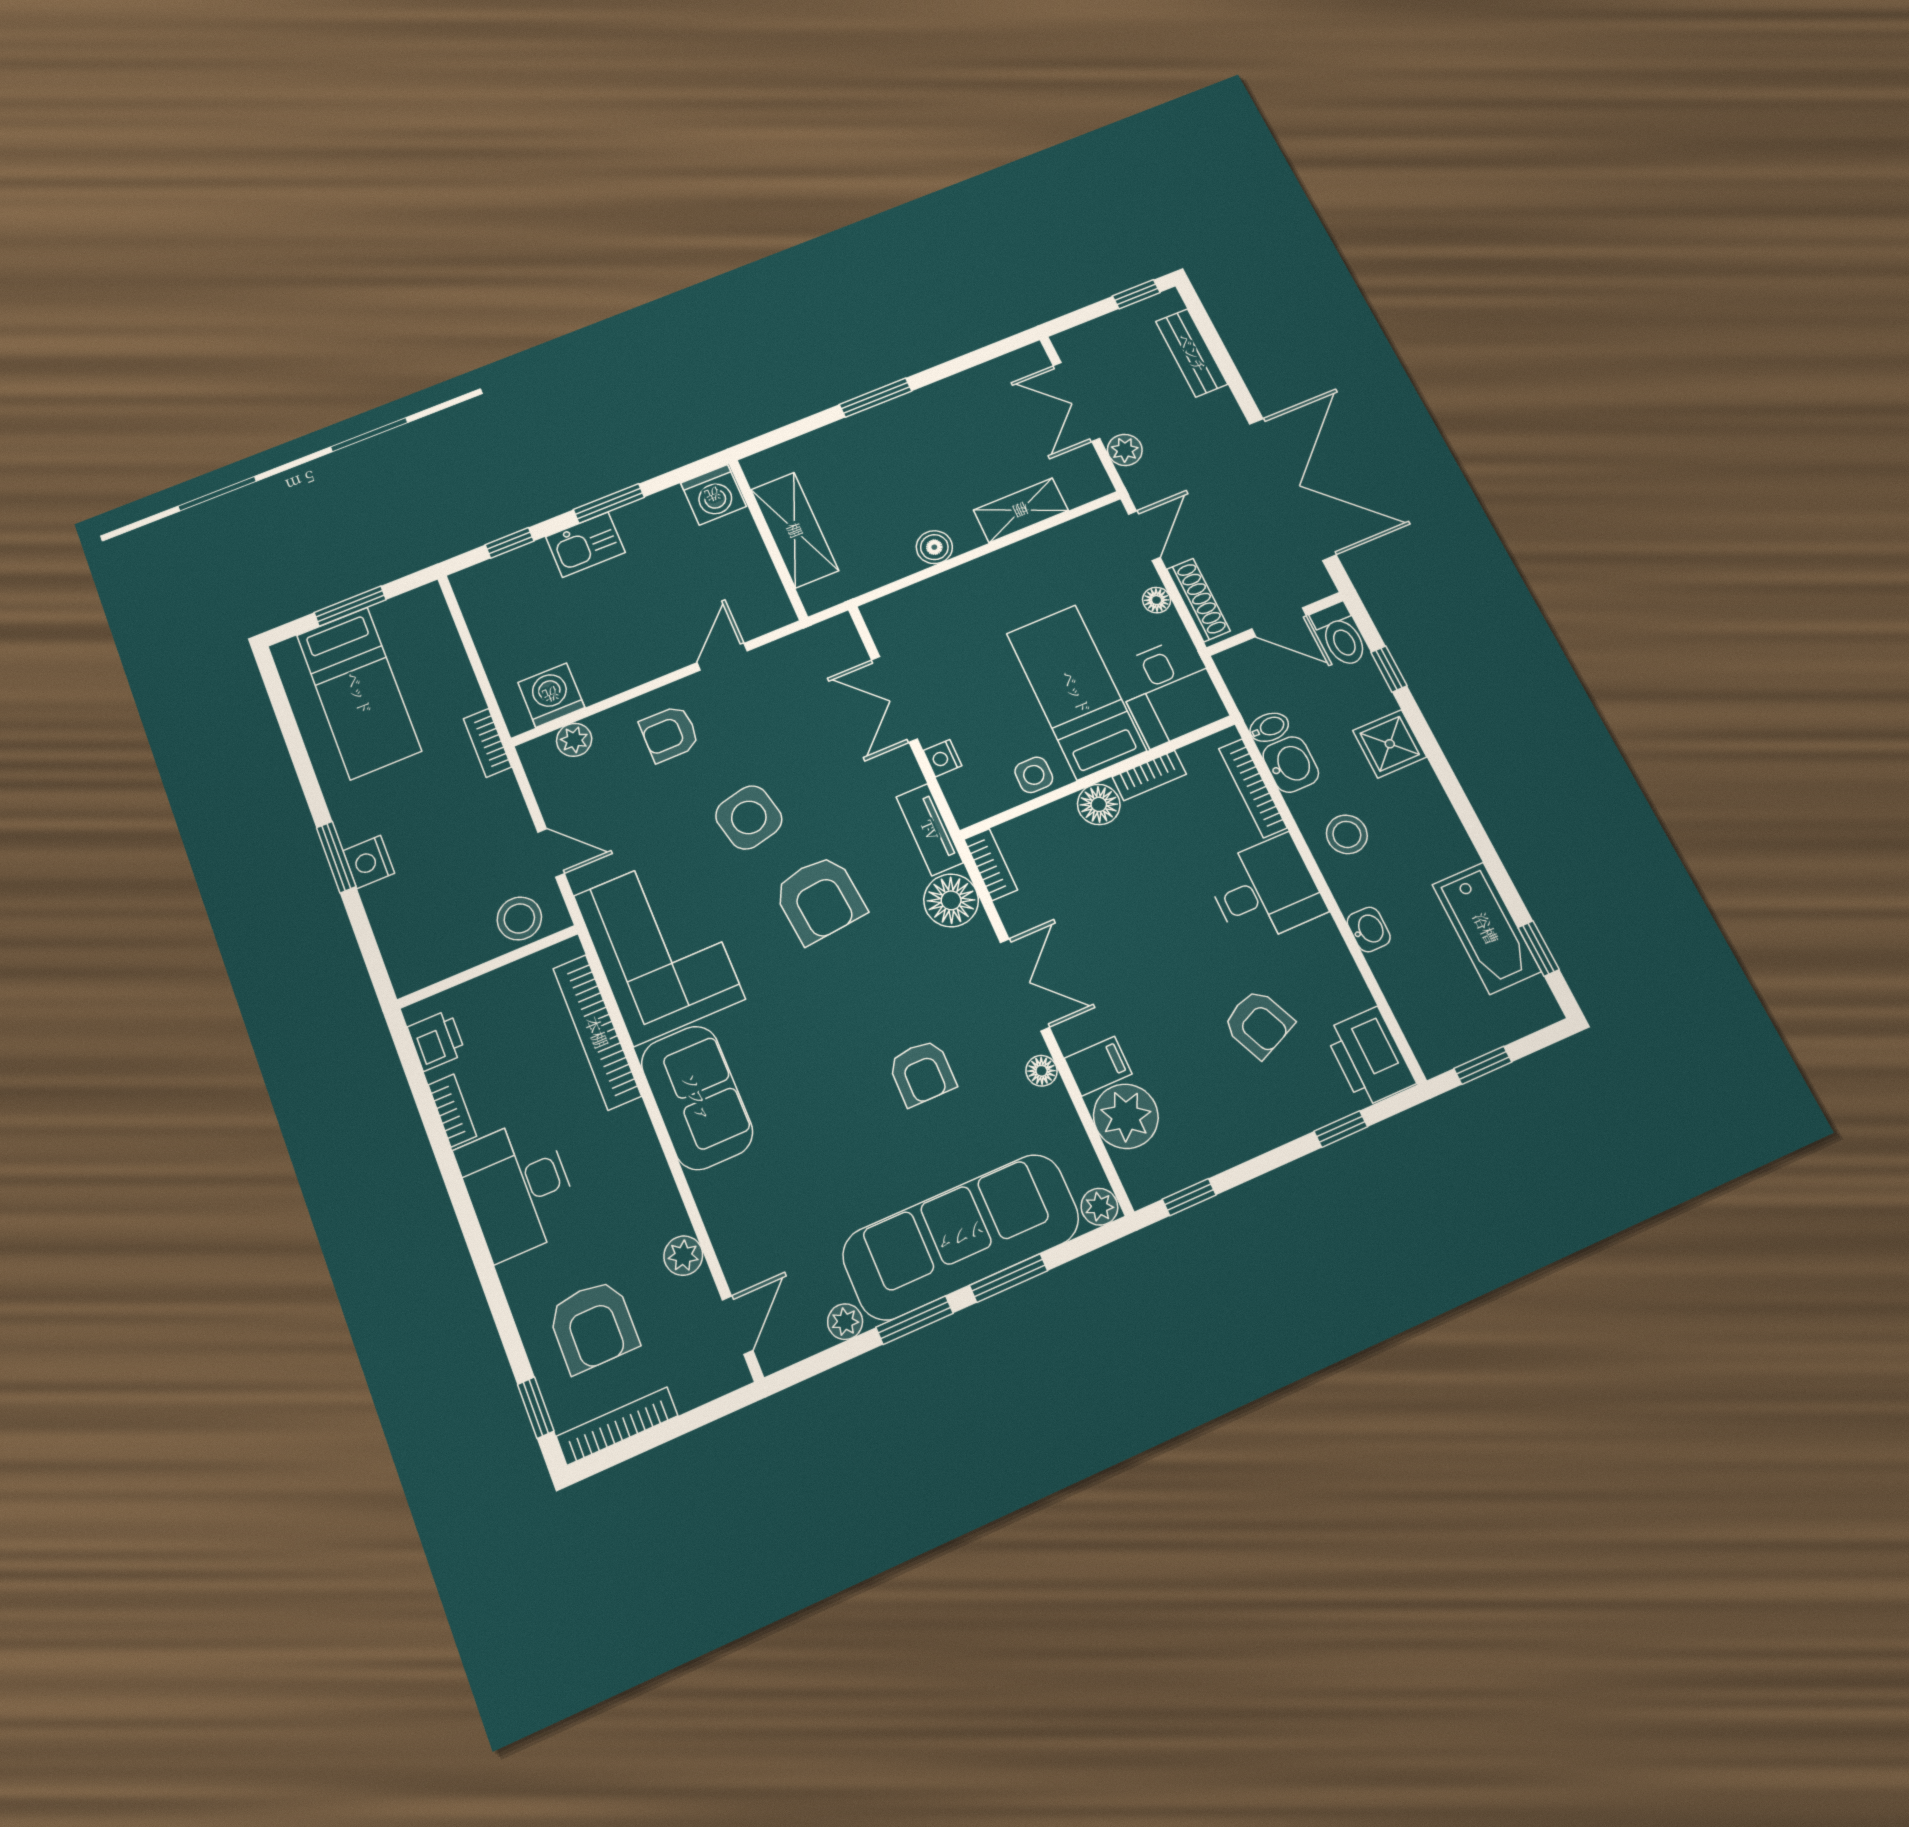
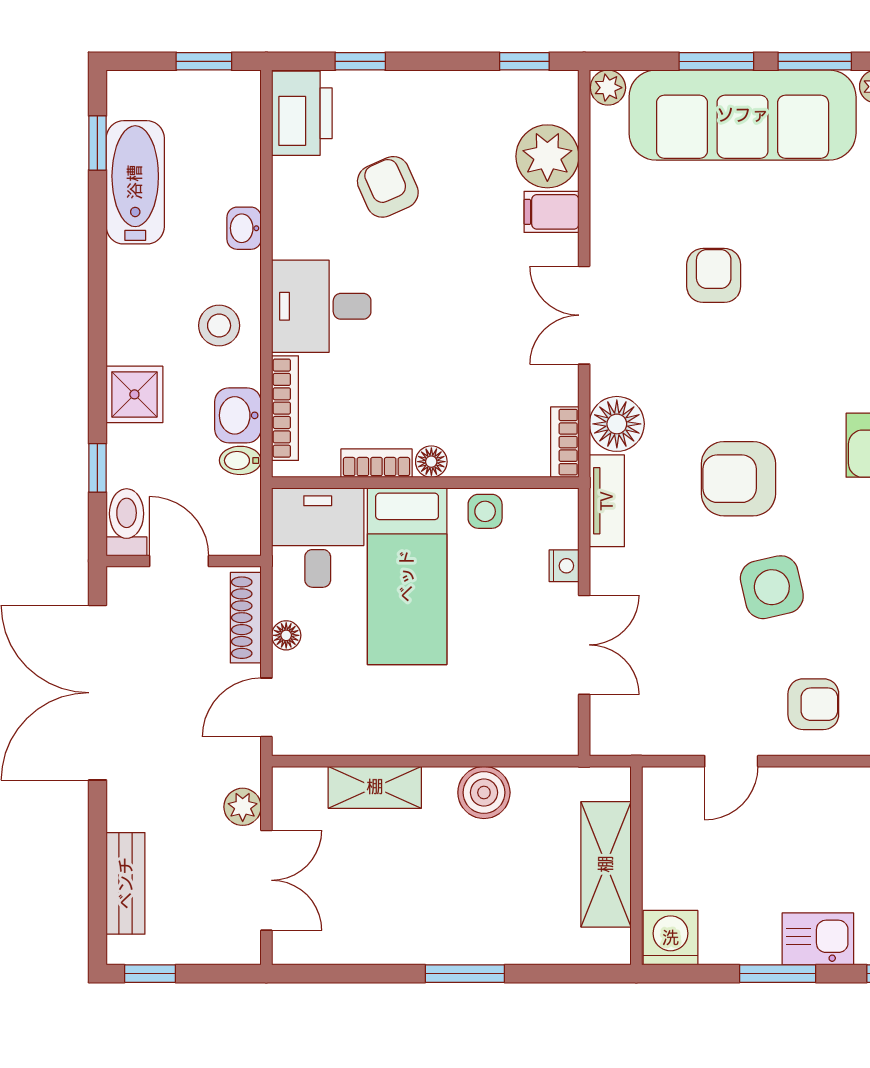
boiler: (934, 547) -> (484, 793), width x1.36, depth x1.36
floor lamp: (1099, 804) -> (431, 462), width x0.73, depth x0.73
armchair: (819, 899) -> (738, 479), turned -84
floor lamp: (1042, 1071) -> (605, 230), removed

